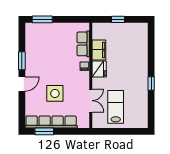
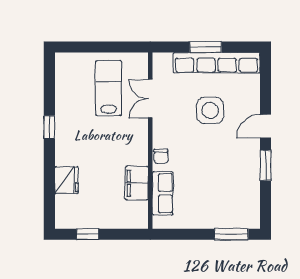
window: (118, 19) -> (88, 234), moved
fridge: (99, 69) -> (66, 180), moved, turned 180
lab bench: (116, 107) -> (109, 88), turned 180
window: (44, 131) -> (206, 47), moved

